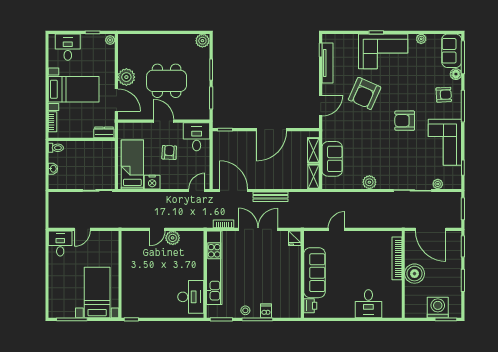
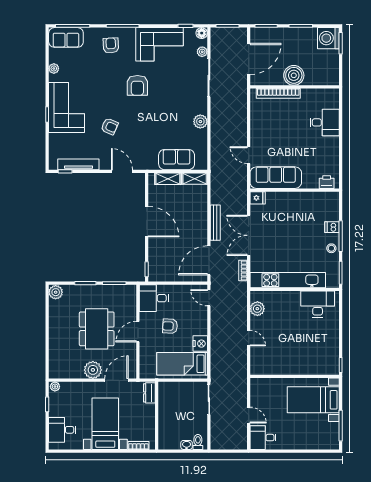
floor lamp: (456, 74) -> (202, 33), moved
armchair: (365, 93) -> (110, 126), width x0.53, depth x0.53
toilet: (56, 148) -> (198, 442), moved
plant: (173, 238) -> (257, 309), moved
sofa: (314, 273) -> (276, 178), moved
washing machine: (438, 307) -> (328, 38), moved

